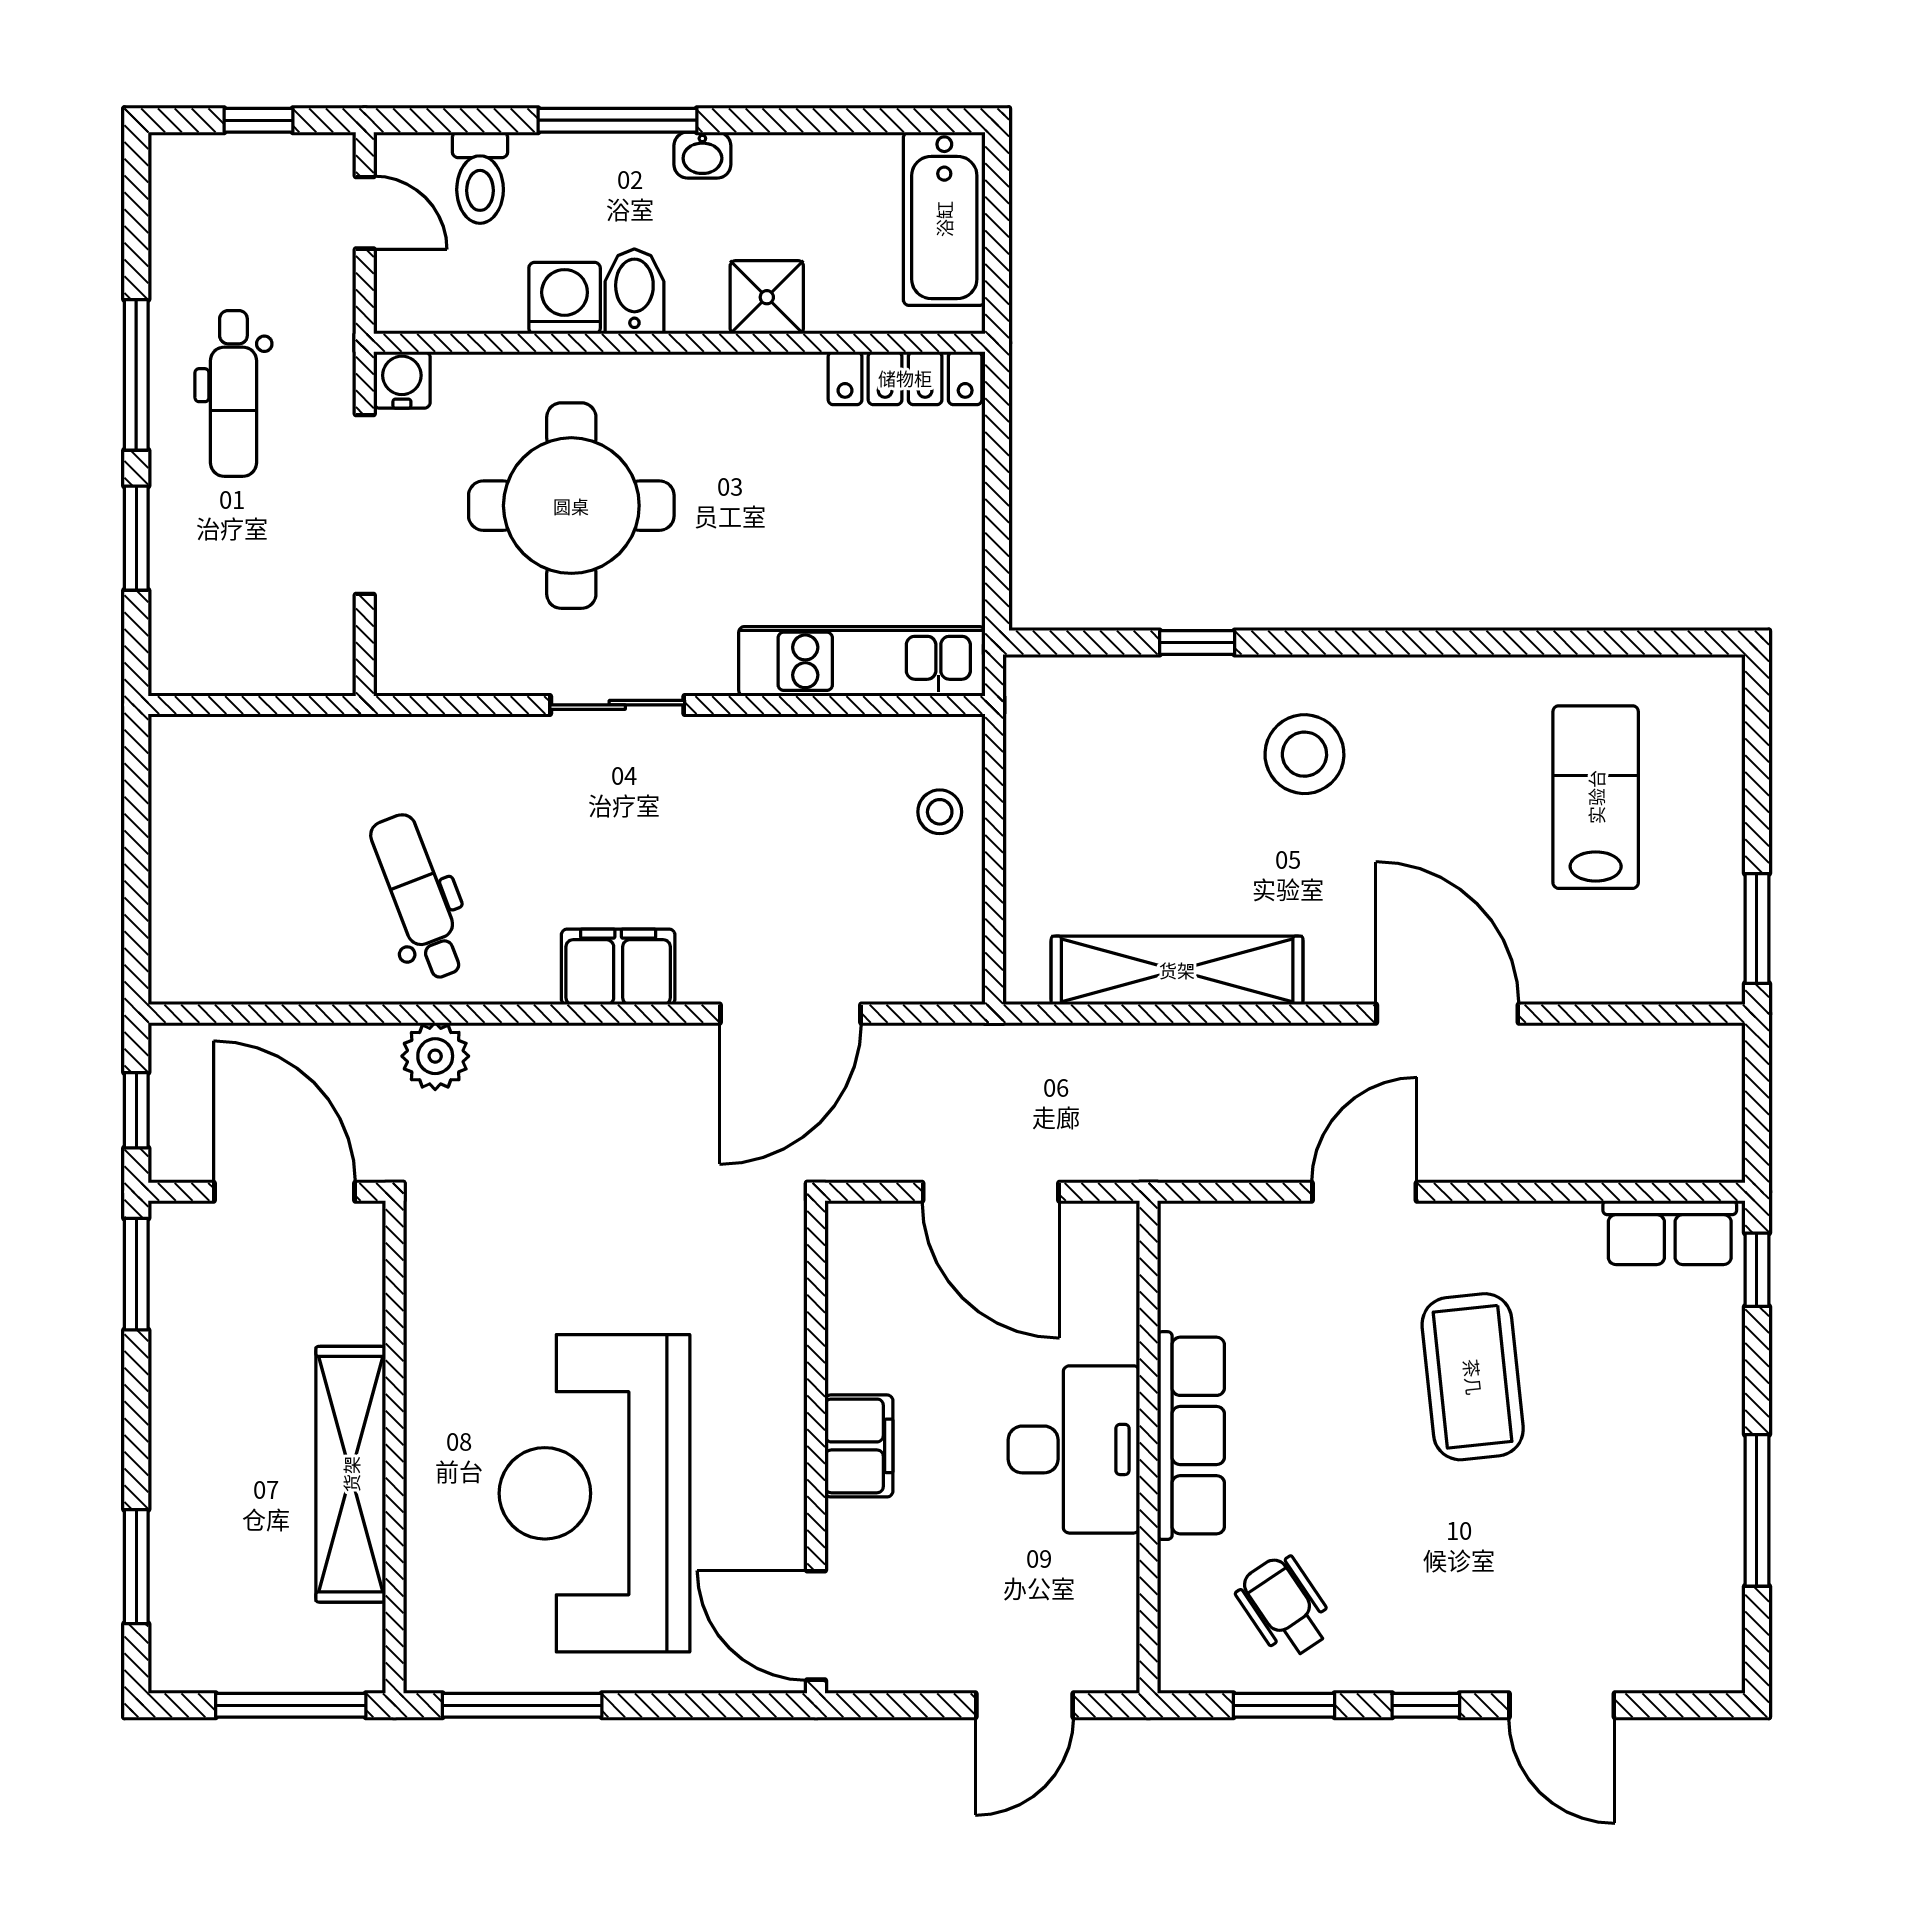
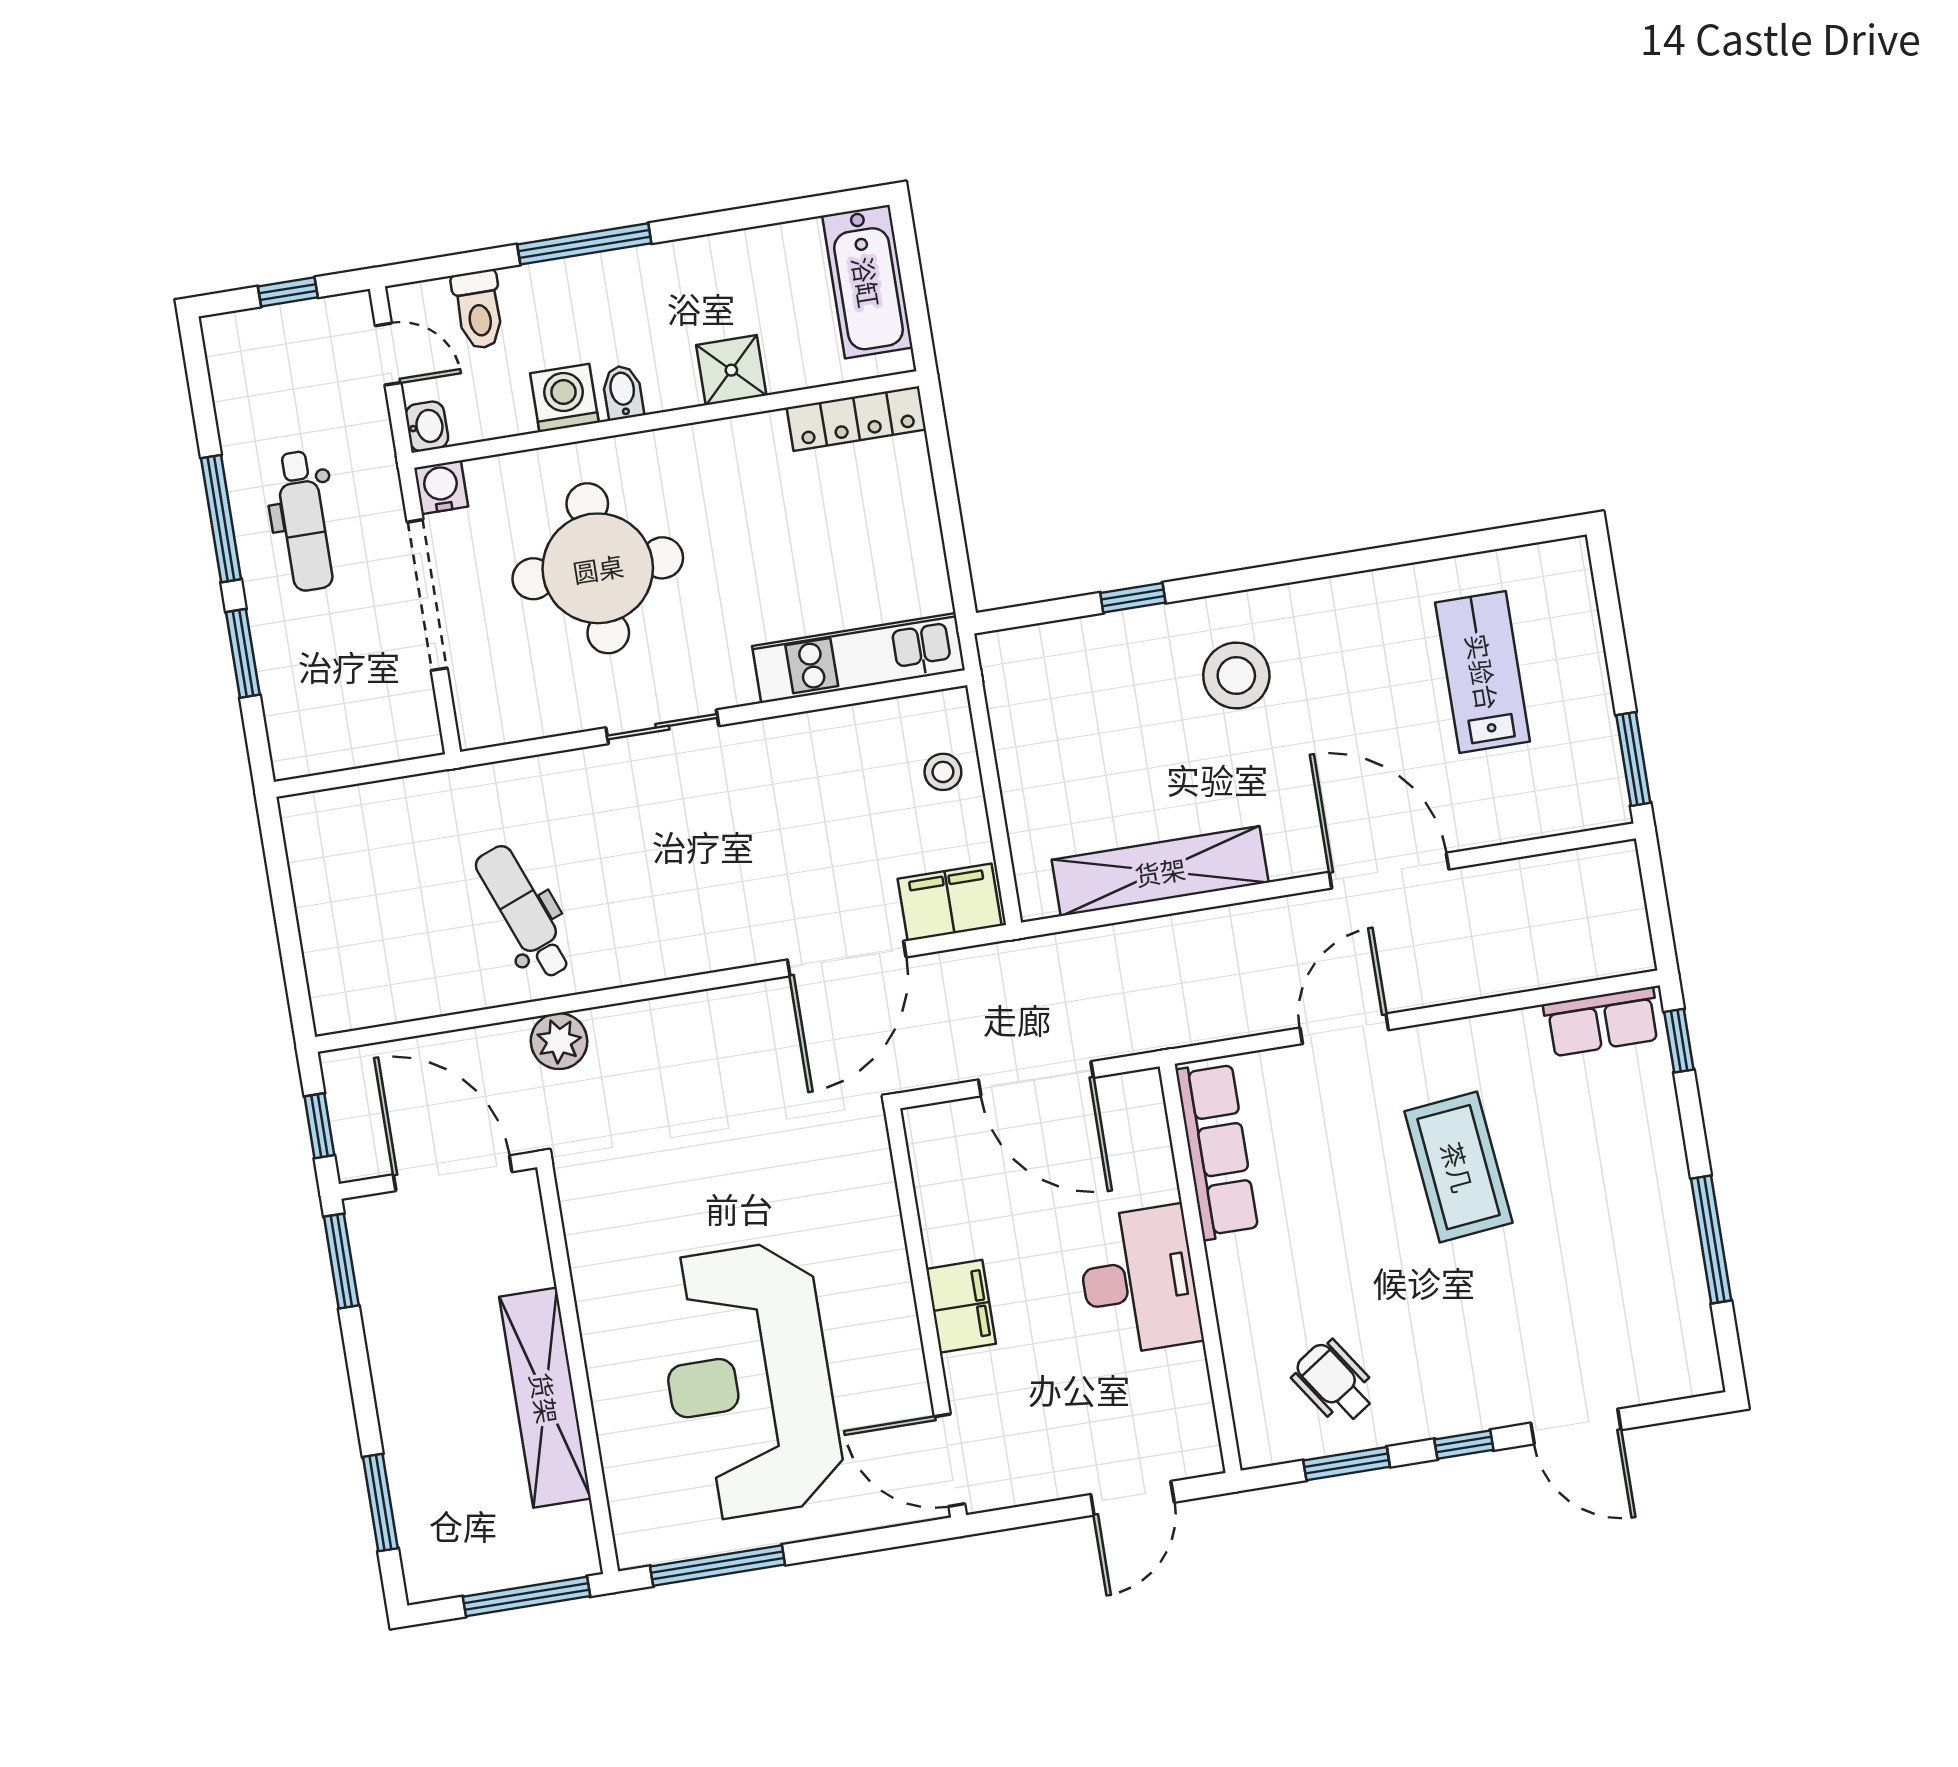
washbasin: (702, 155) -> (427, 426), moved, turned -90
bidet: (634, 291) -> (623, 392), width x0.72, depth x0.74
filing cabinet: (618, 967) -> (950, 902), moved
row of seats: (1191, 1436) -> (1217, 1151), moved

